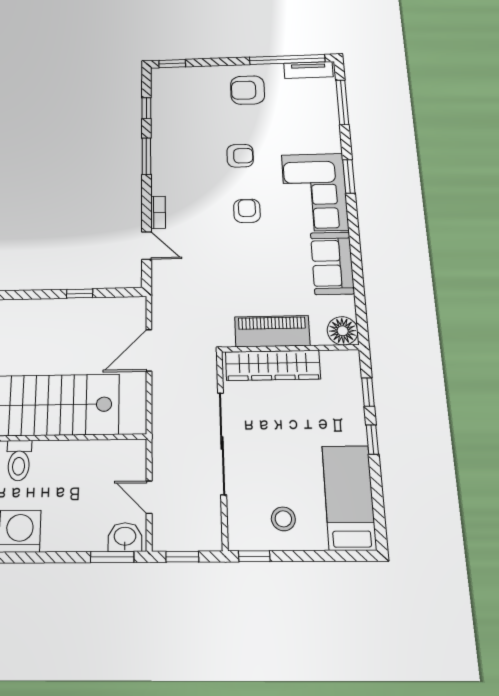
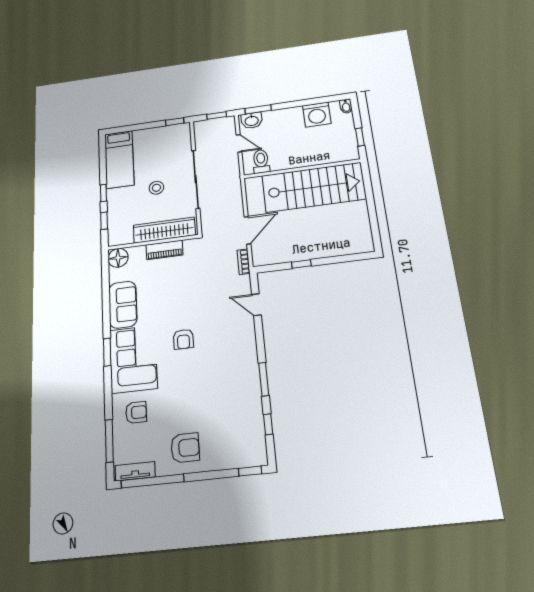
armchair: (240, 156) -> (136, 412), moved, turned 180
window: (349, 176) -> (107, 352), moved
bookcase: (158, 212) -> (244, 262), moved
piano: (272, 331) -> (164, 250), width x0.73, depth x0.75
toilet: (19, 461) -> (261, 161), moved
stool: (283, 519) -> (156, 188), moved

